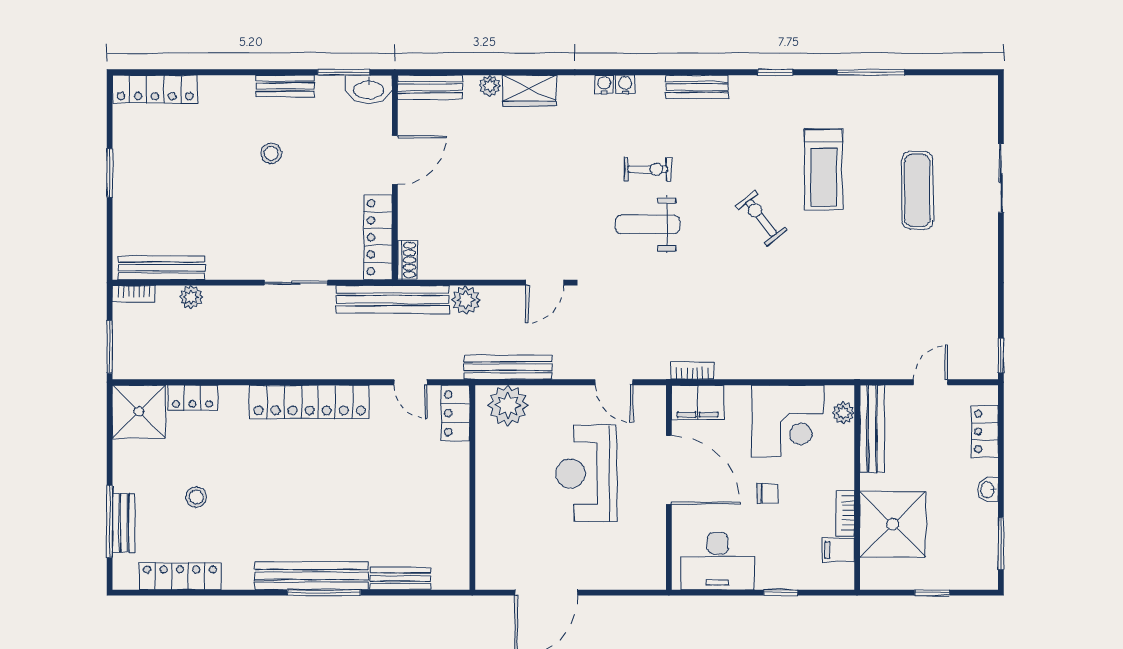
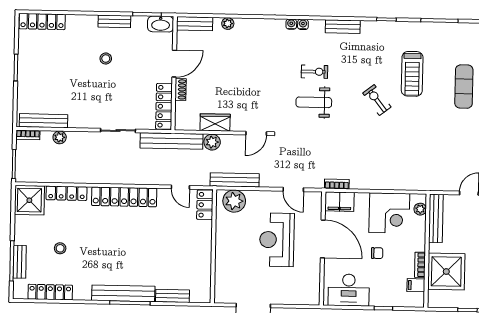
wardrobe: (529, 90) -> (215, 122), moved, turned 180
shoe rack: (407, 260) -> (181, 89), moved
locker: (193, 398) -> (67, 193), width x1.53

